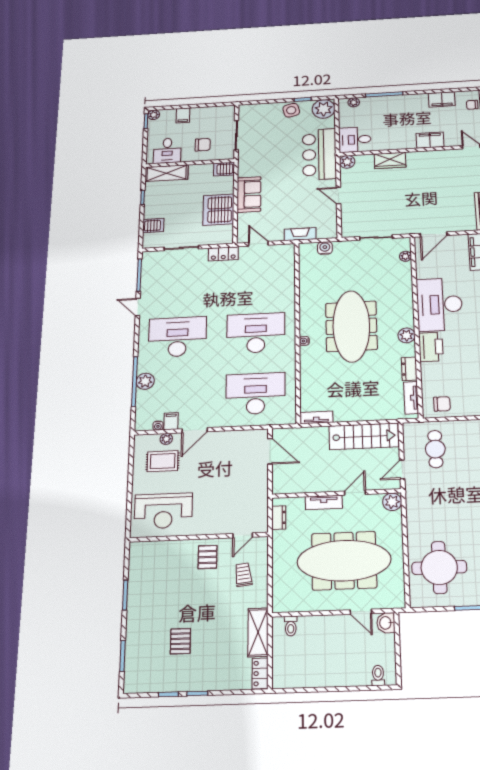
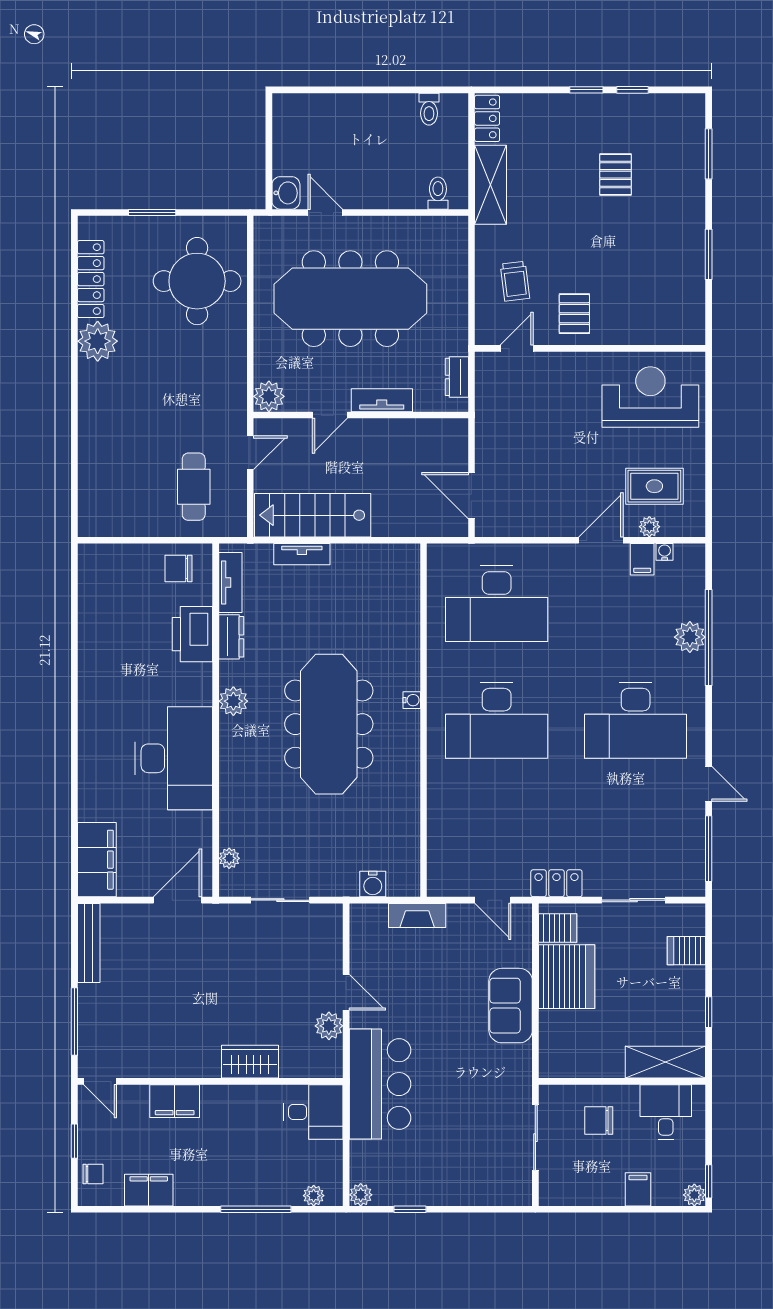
plant: (324, 109) -> (361, 1195), width x0.53, depth x0.53
side table: (291, 110) -> (432, 1186), removed
plant: (347, 162) -> (329, 1026), moved
server rack: (224, 169) -> (558, 928), moved
printer: (431, 347) -> (192, 634), moved
tv unit: (316, 417) -> (302, 554), moved
toilet: (378, 675) -> (429, 109), moved

